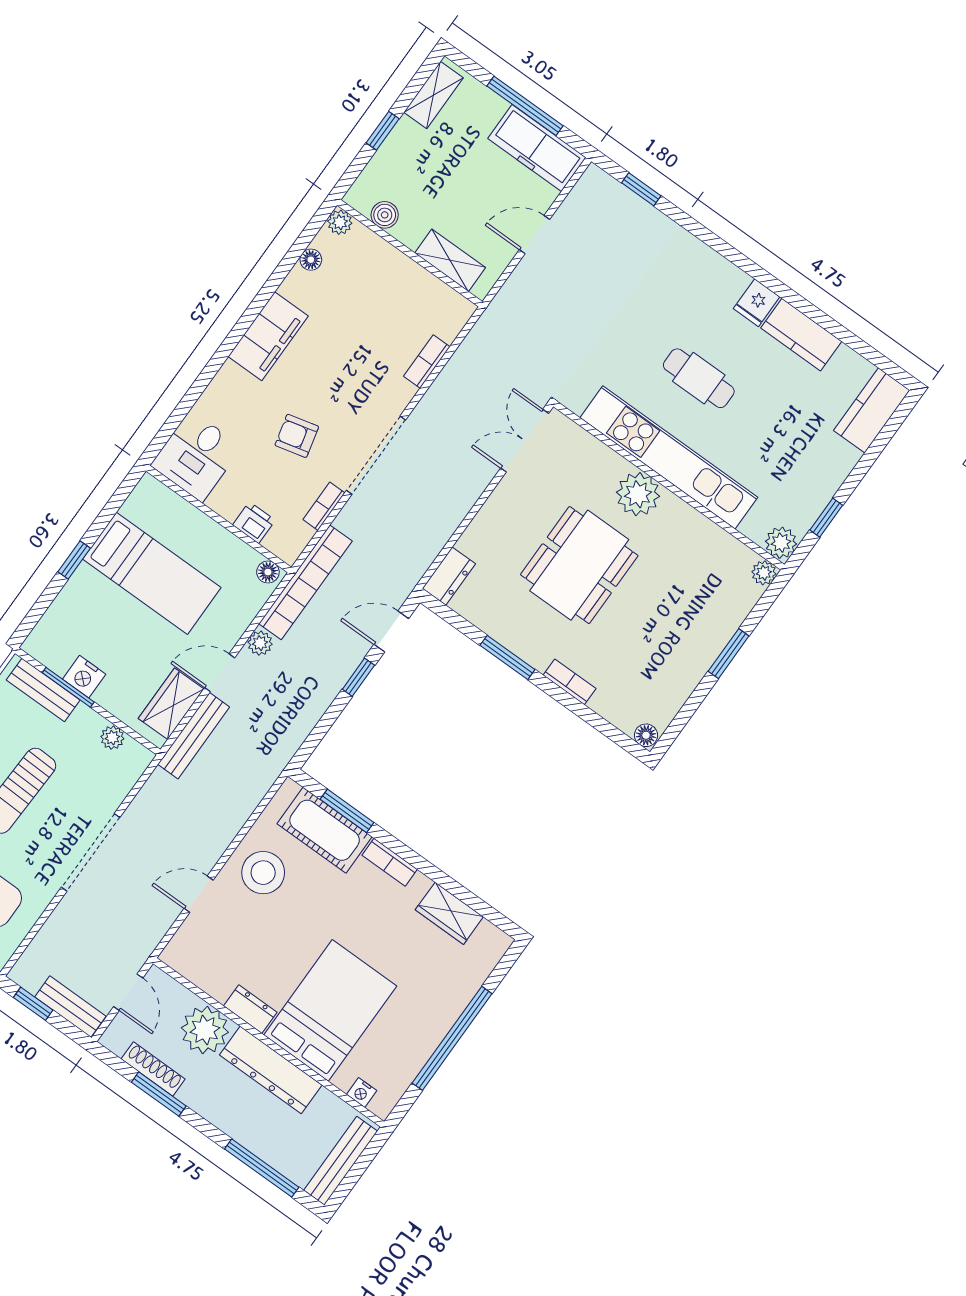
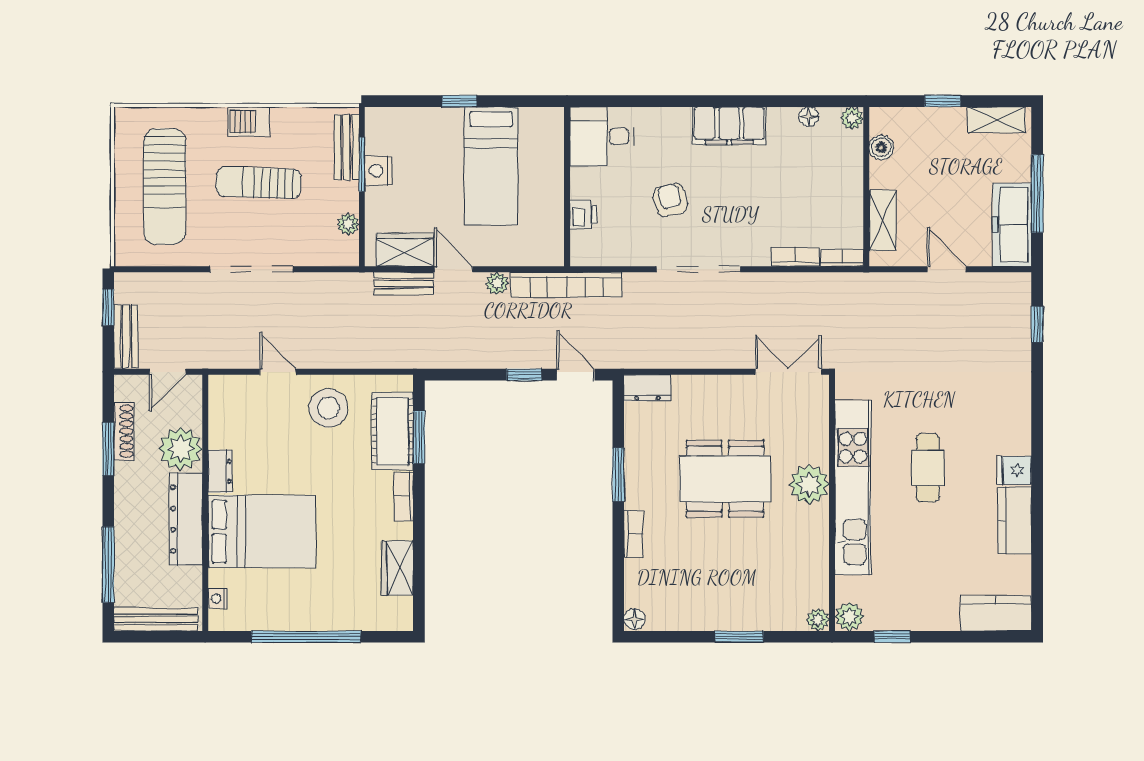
bookcase: (324, 506) -> (842, 258), moved
floor lamp: (268, 572) -> (554, 251), removed
bench: (194, 736) -> (404, 283), width x0.73

